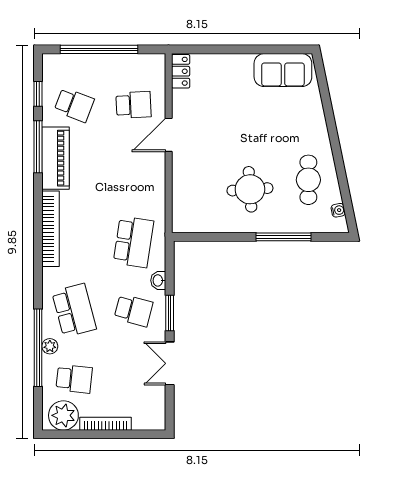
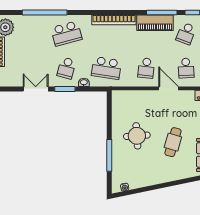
cafe table: (308, 180) -> (173, 142), moved, turned -74
plant: (50, 346) -> (46, 19), removed
school desk: (74, 379) -> (146, 68), moved

